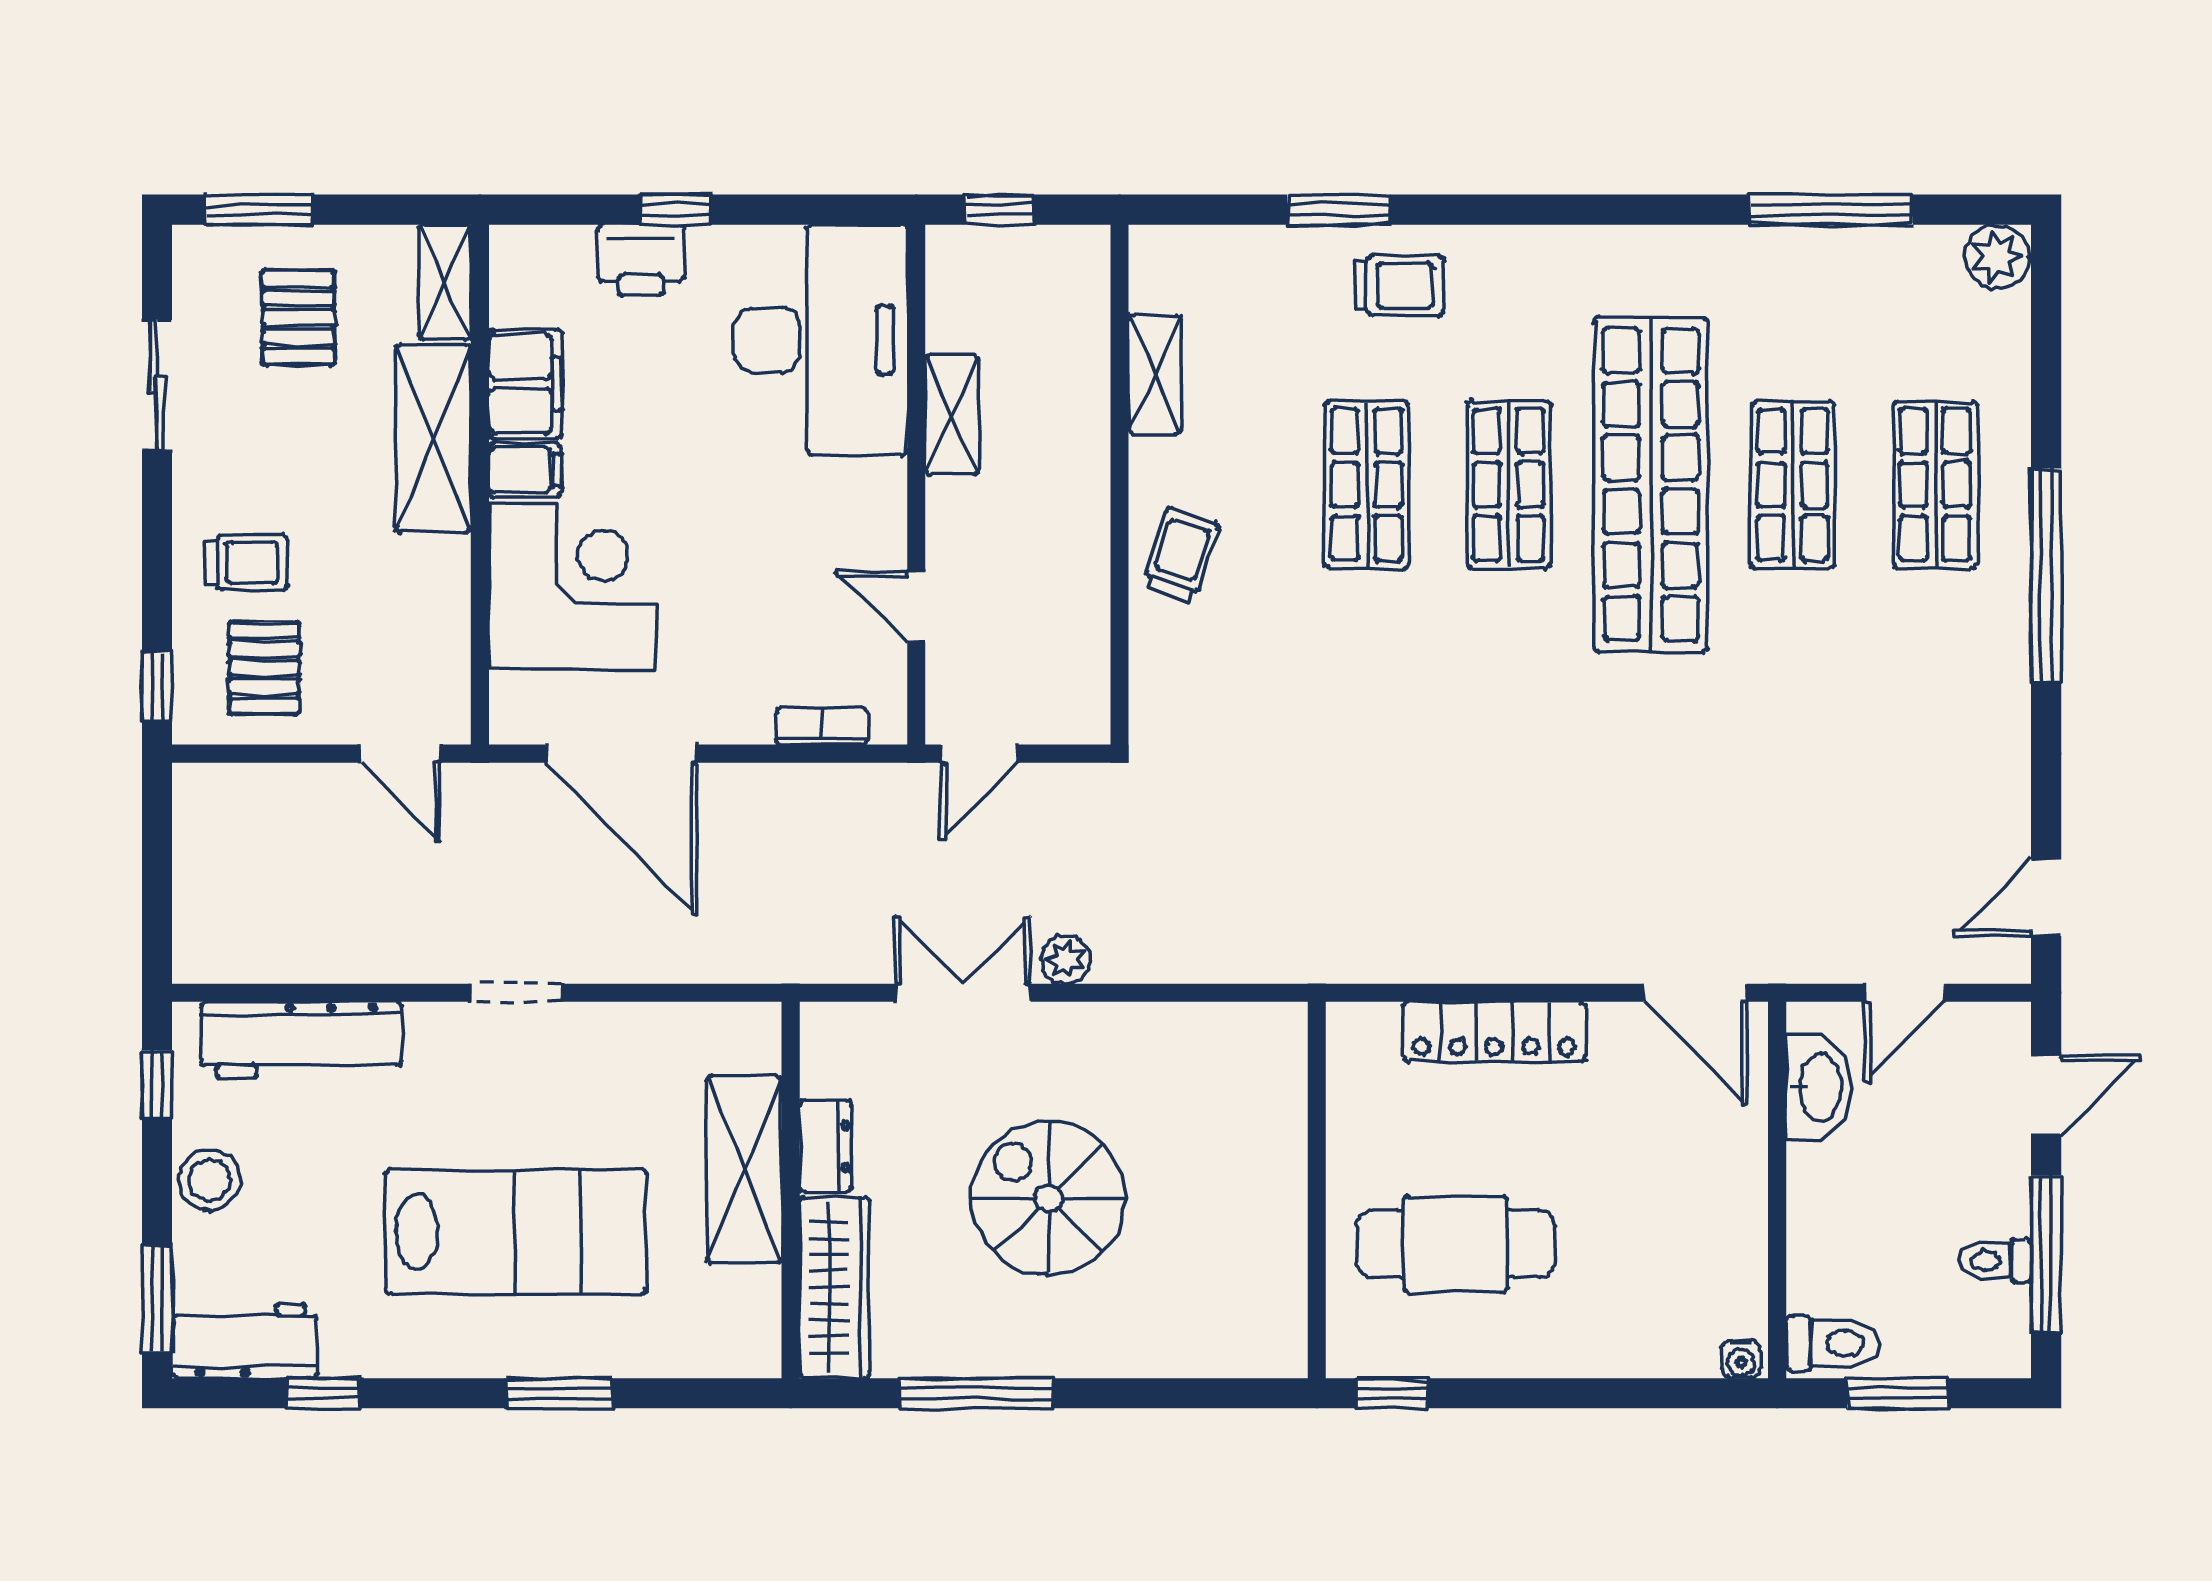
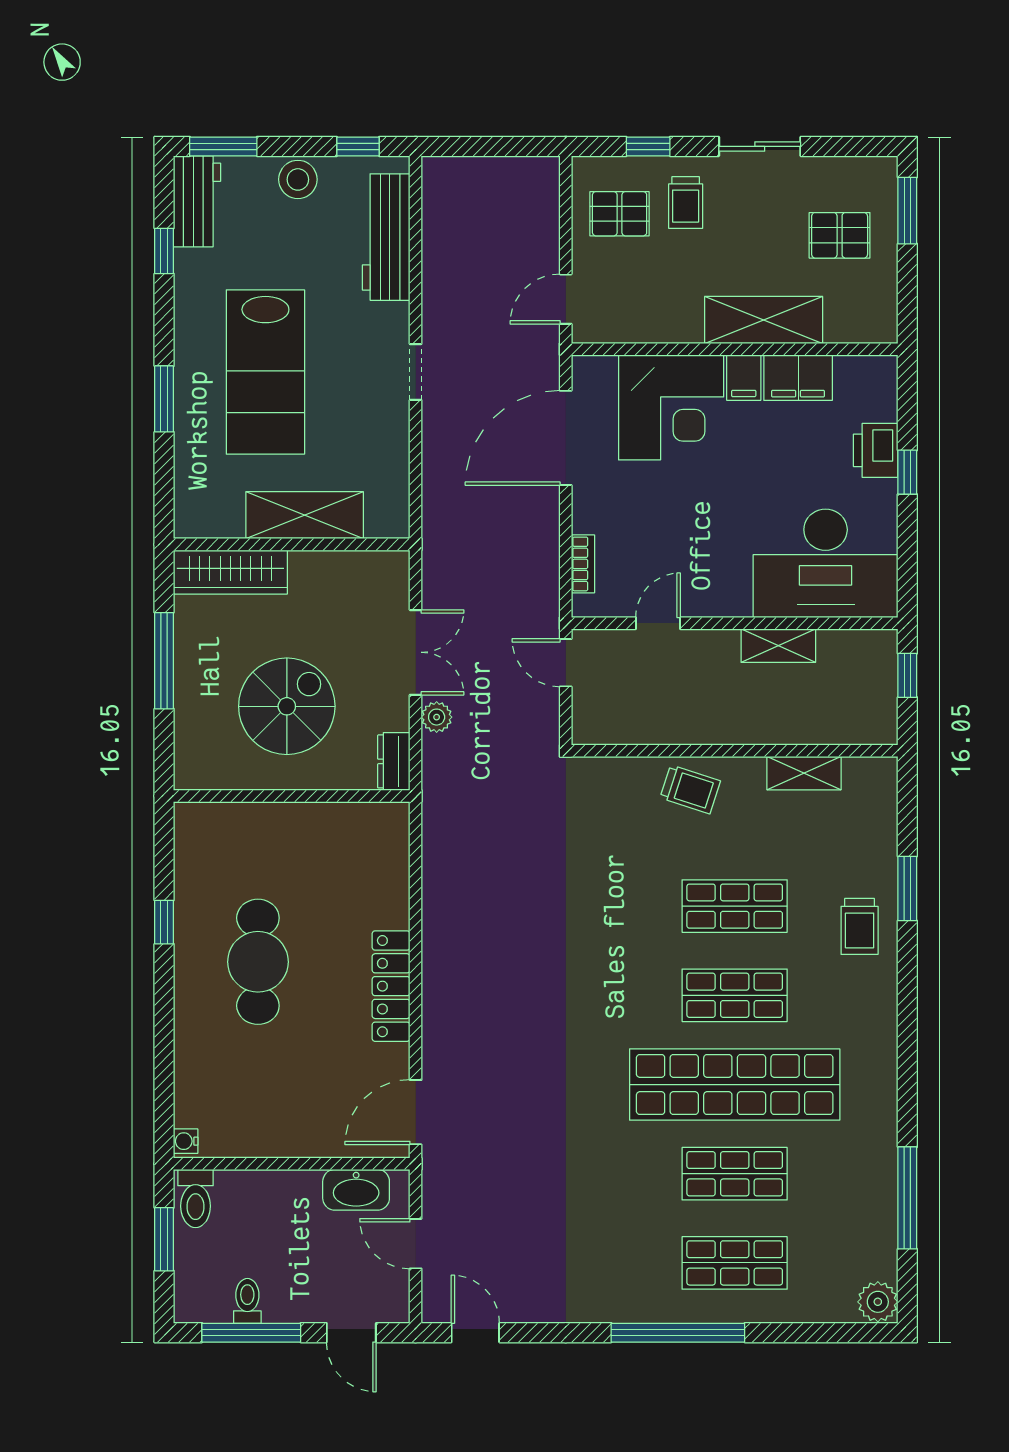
shelving: (445, 282) -> (862, 327), removed
sliding door: (157, 385) -> (760, 146), moved
window: (157, 686) -> (648, 146), moved
dresser: (825, 1146) -> (394, 761), moved, turned 90
wall: (1317, 1190) -> (292, 796), moved

